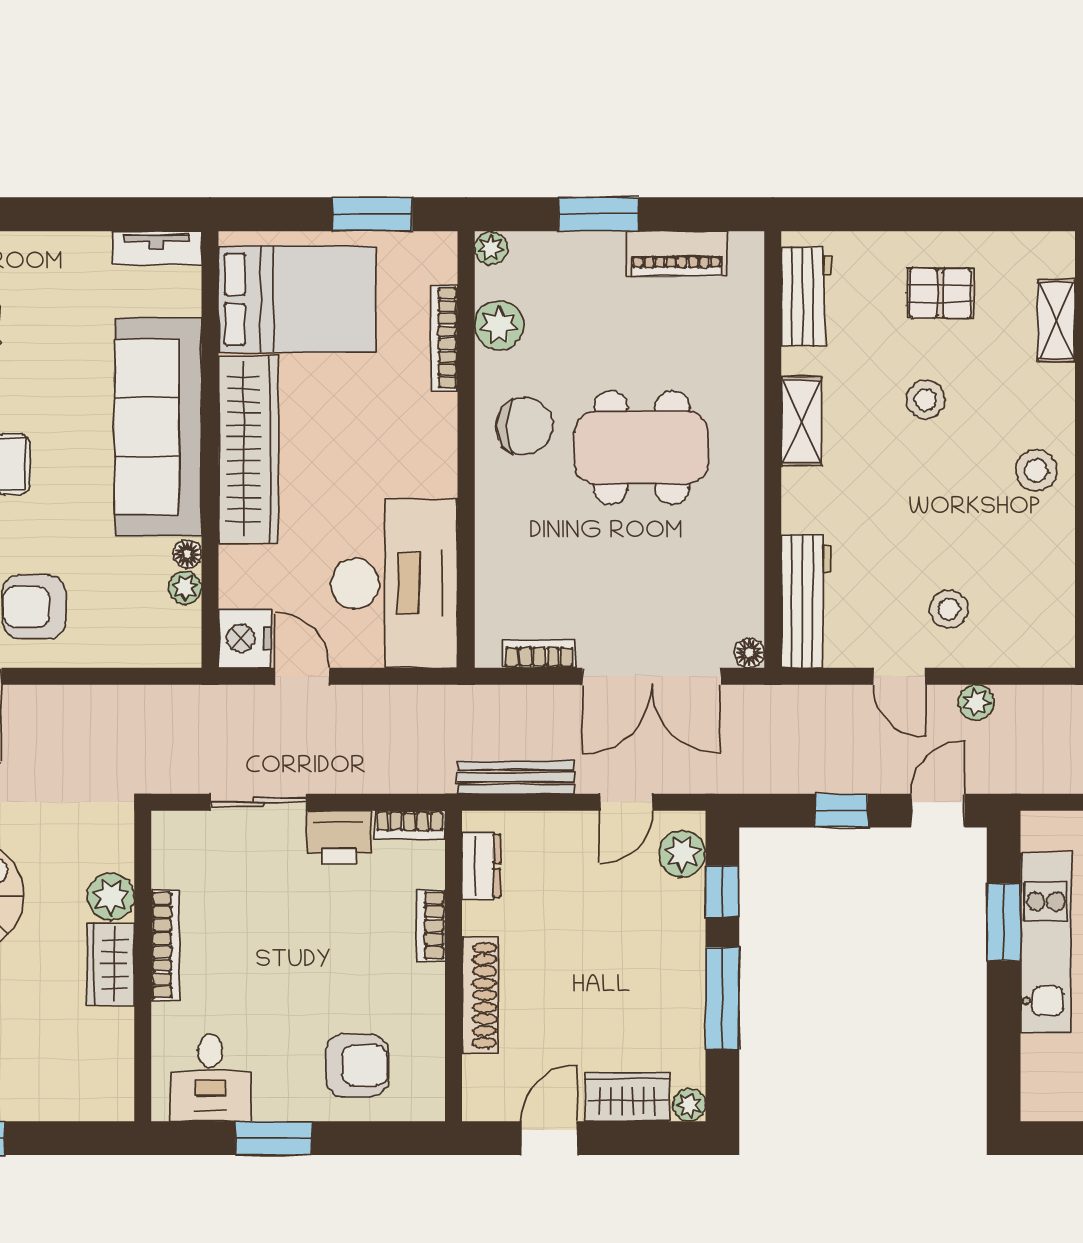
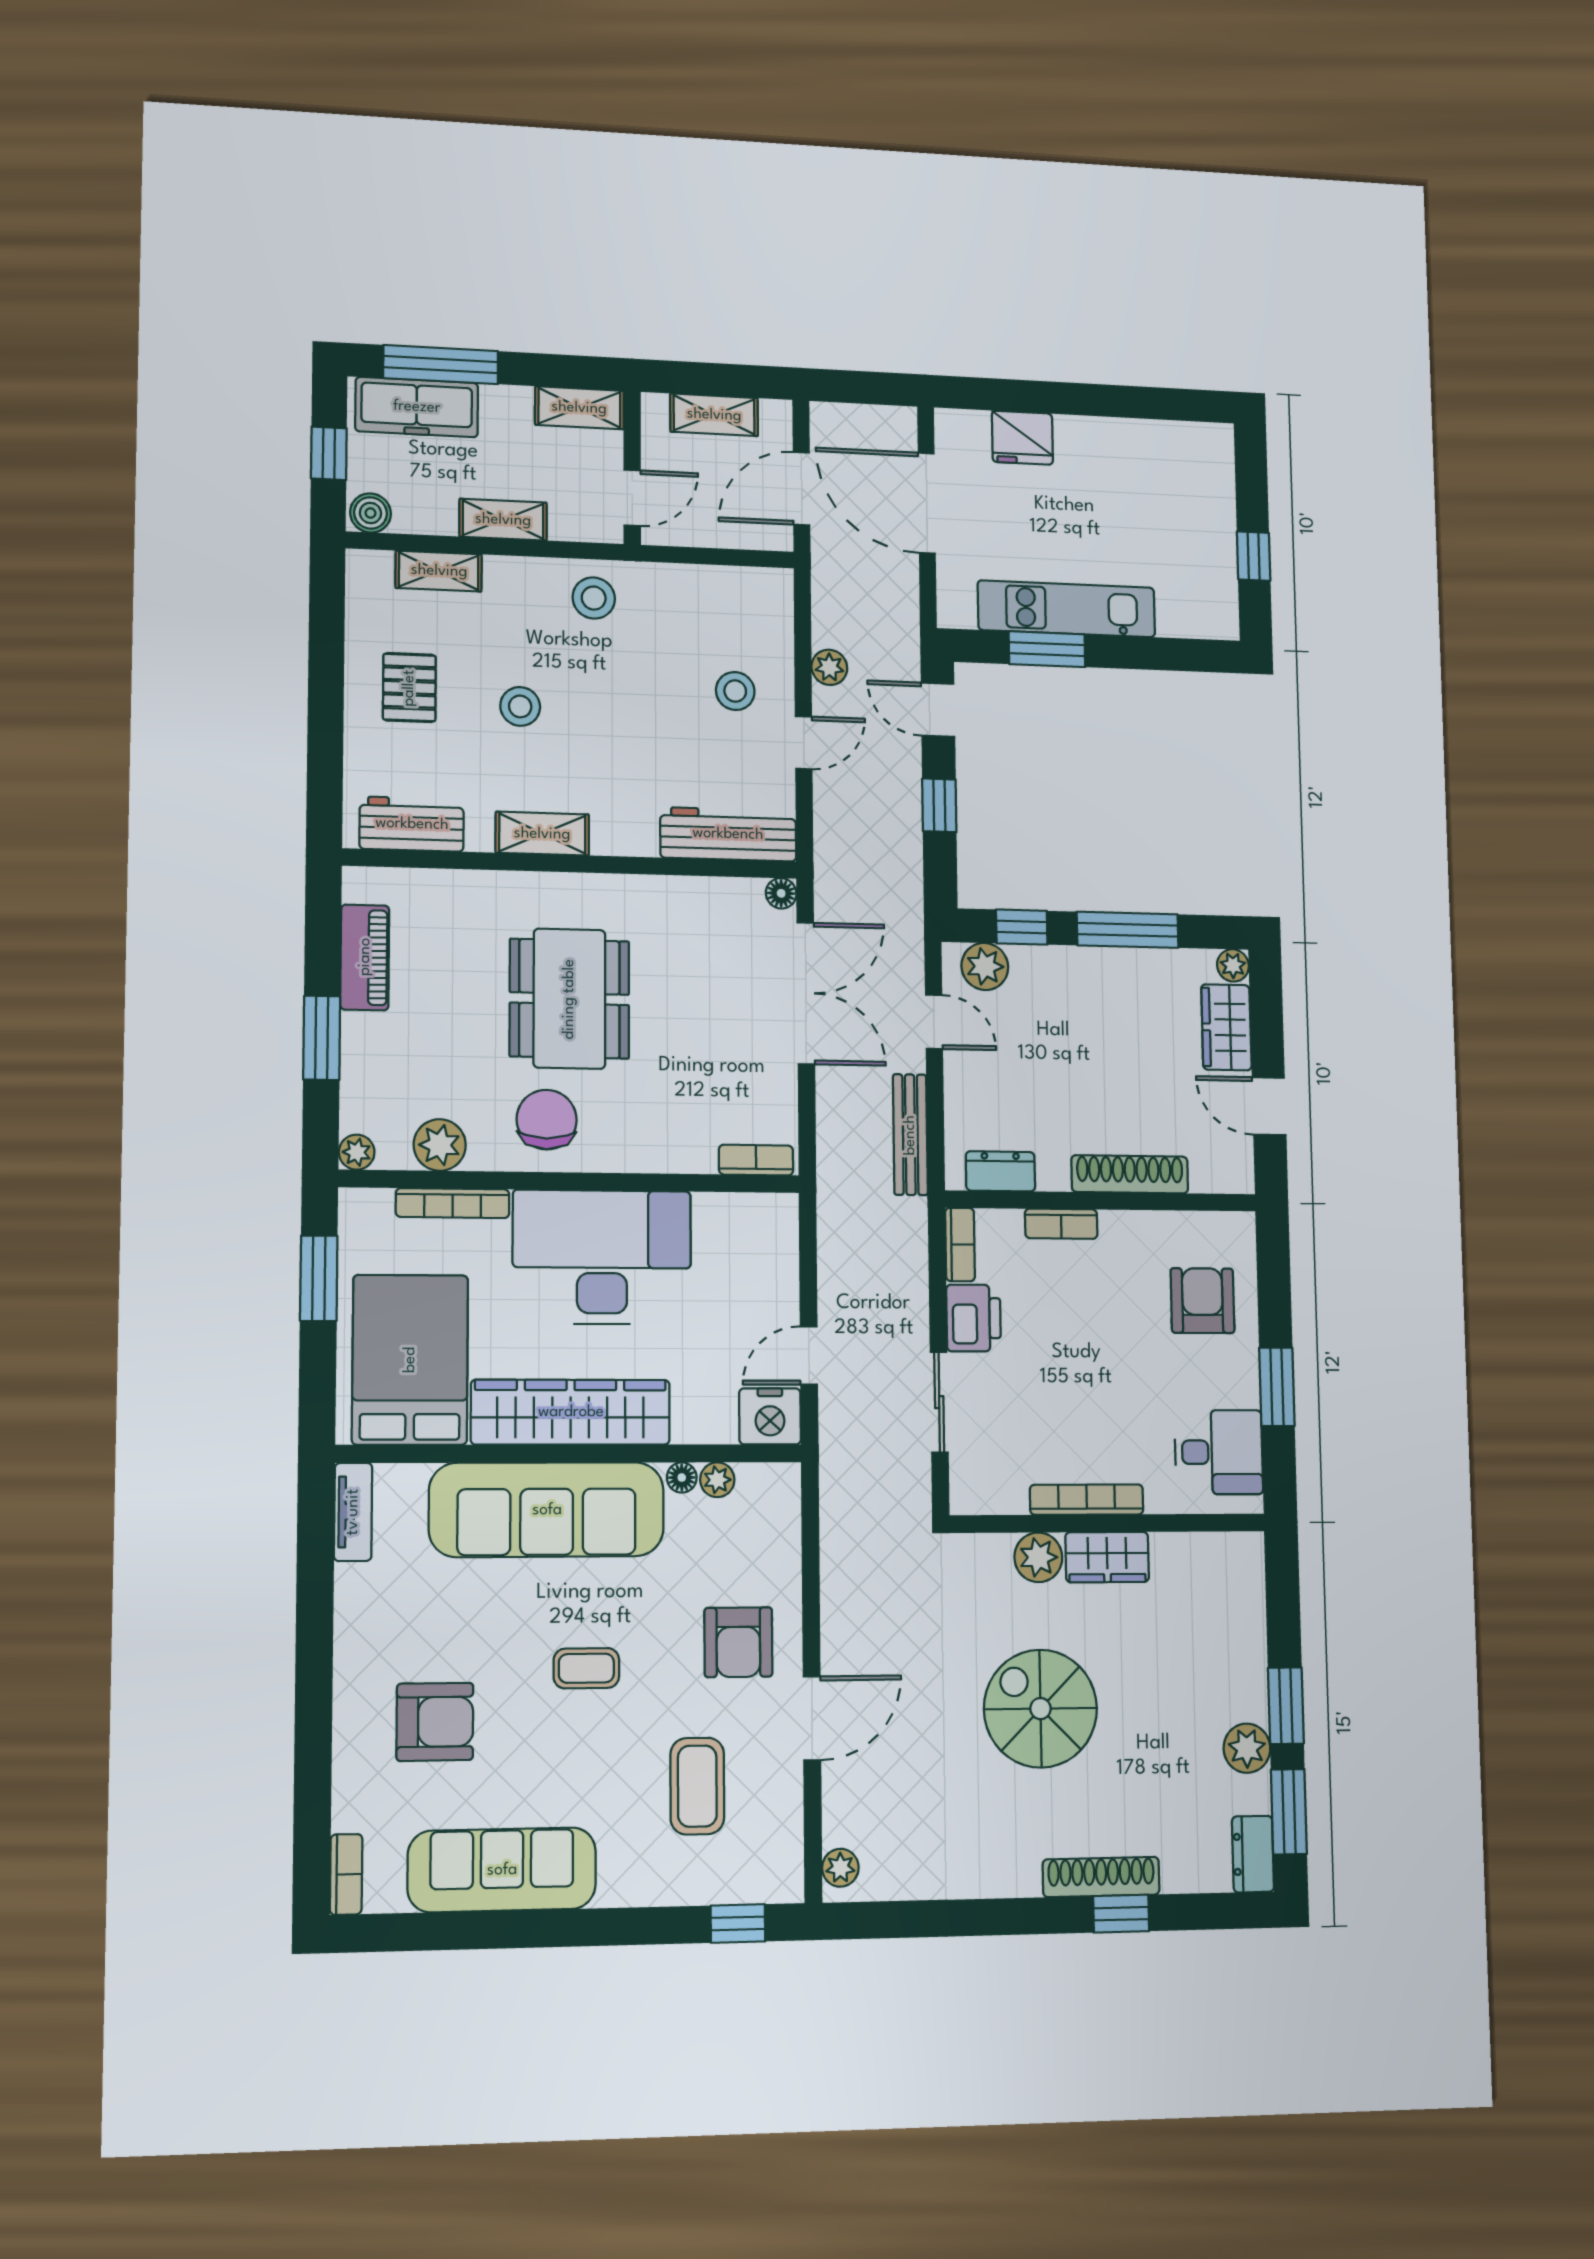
desk: (394, 583) -> (602, 1257), moved
bookcase: (539, 653) -> (756, 1160), moved, turned 90

